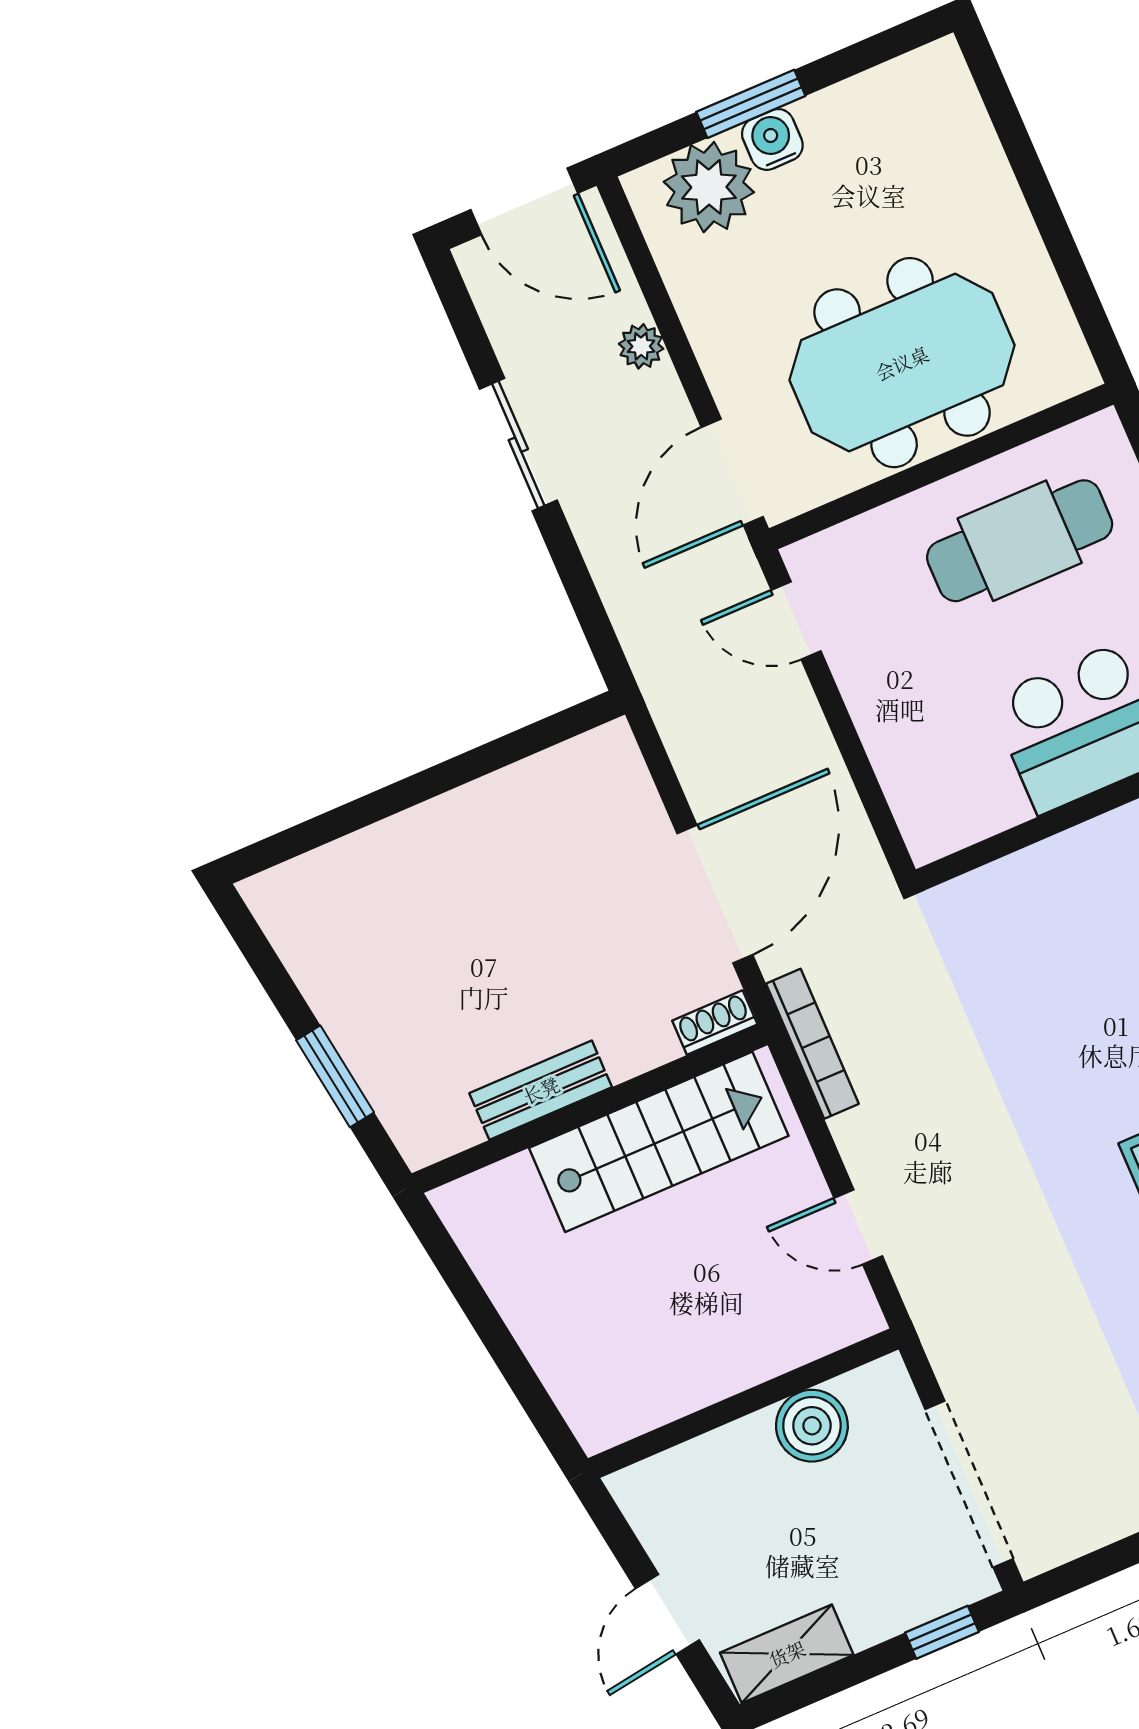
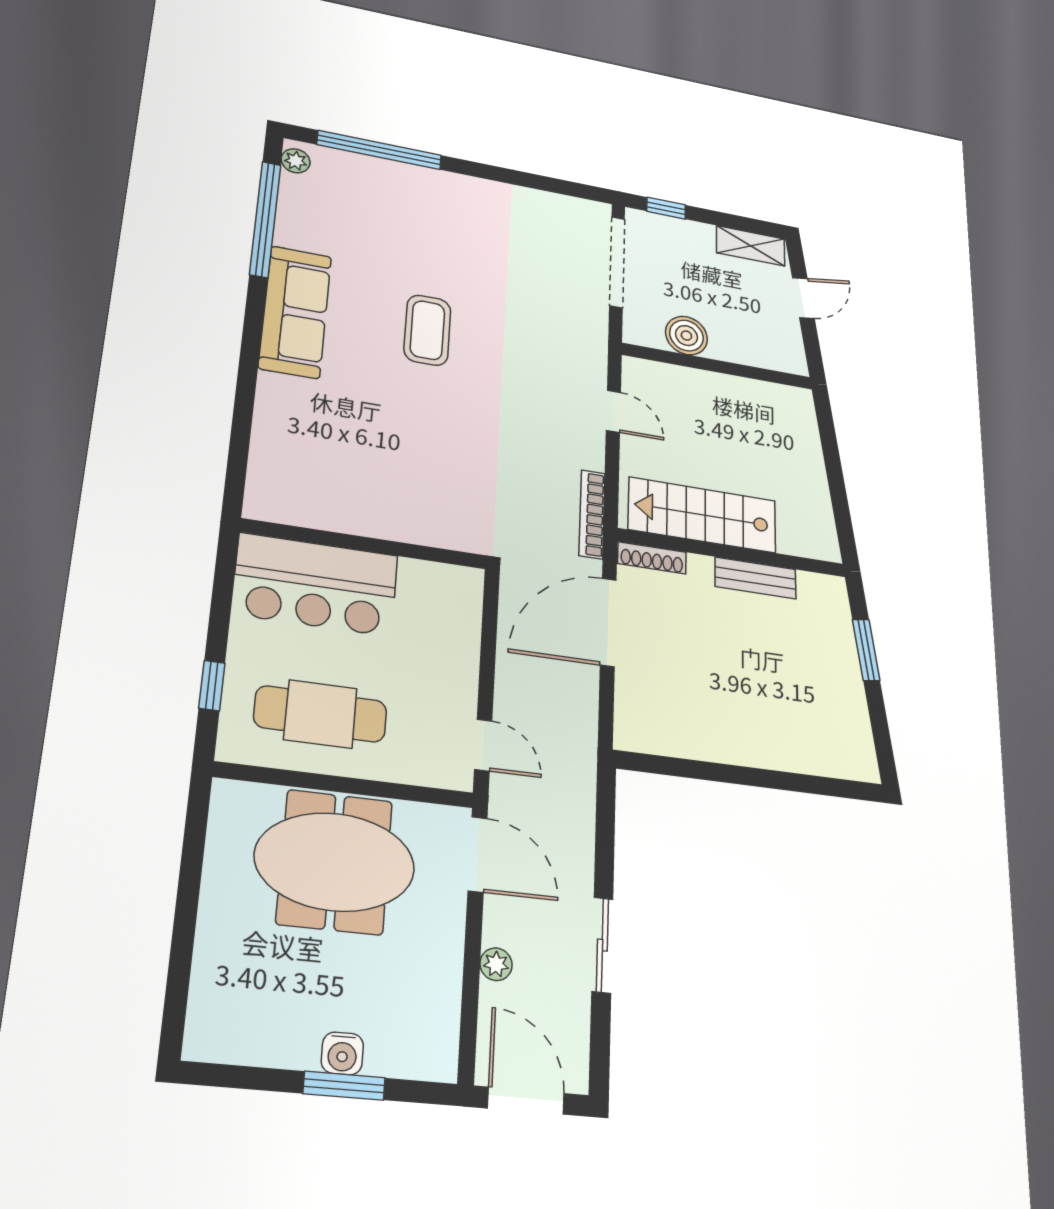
plant: (709, 187) -> (401, 1044), removed
door: (732, 472) -> (478, 854), hinge flipped
shoe rack: (715, 1023) -> (652, 558), width x1.43

